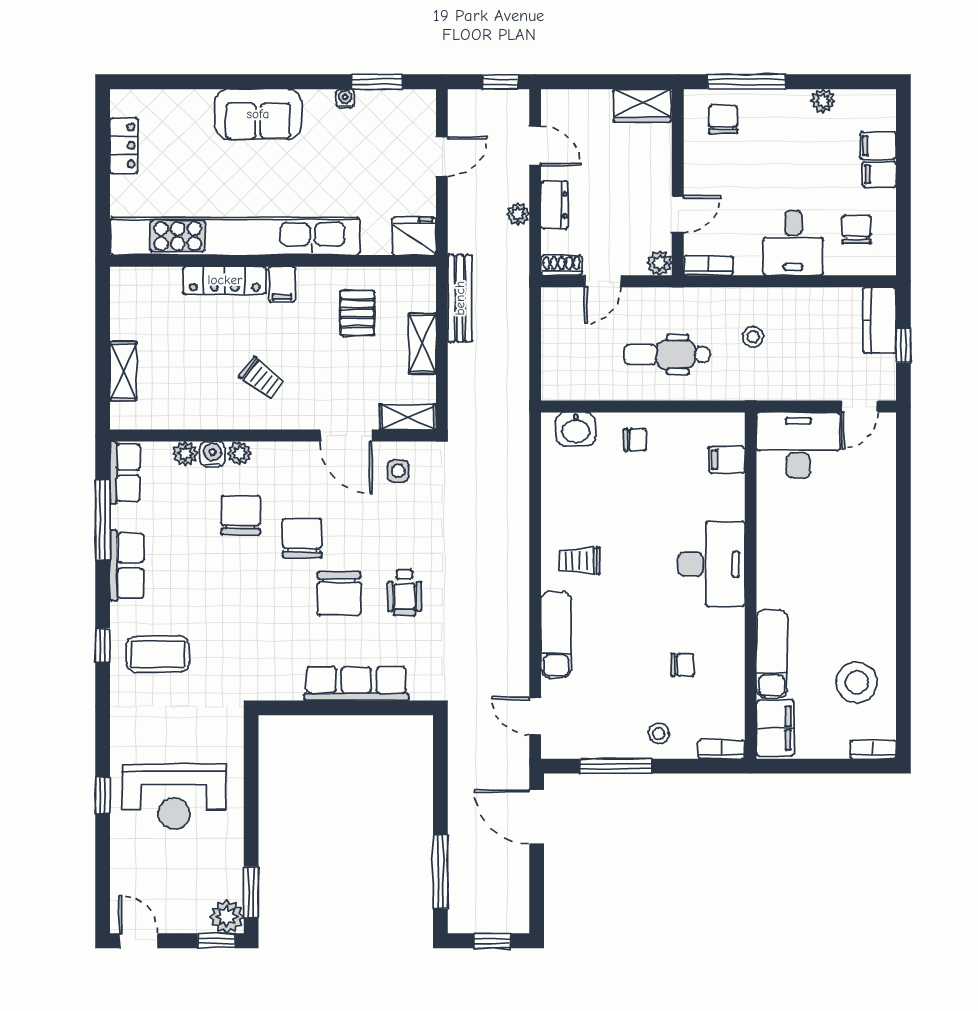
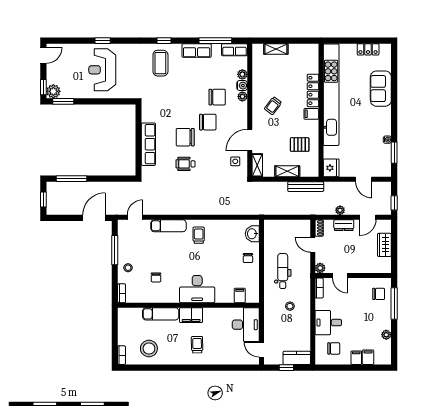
wardrobe: (642, 106) -> (384, 245), moved
sofa: (258, 114) -> (381, 89), moved
trolley: (847, 564) -> (197, 345), added
filing cabinet: (775, 728) -> (191, 315), moved

